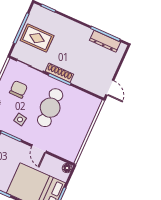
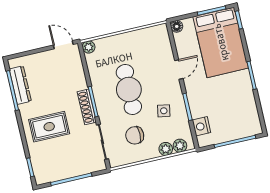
rug: (37, 38) -> (49, 127), moved, turned 90
door: (110, 88) -> (63, 45), hinge flipped
plant: (96, 103) -> (89, 47), added
cafe table: (50, 108) -> (129, 90), turned 90

